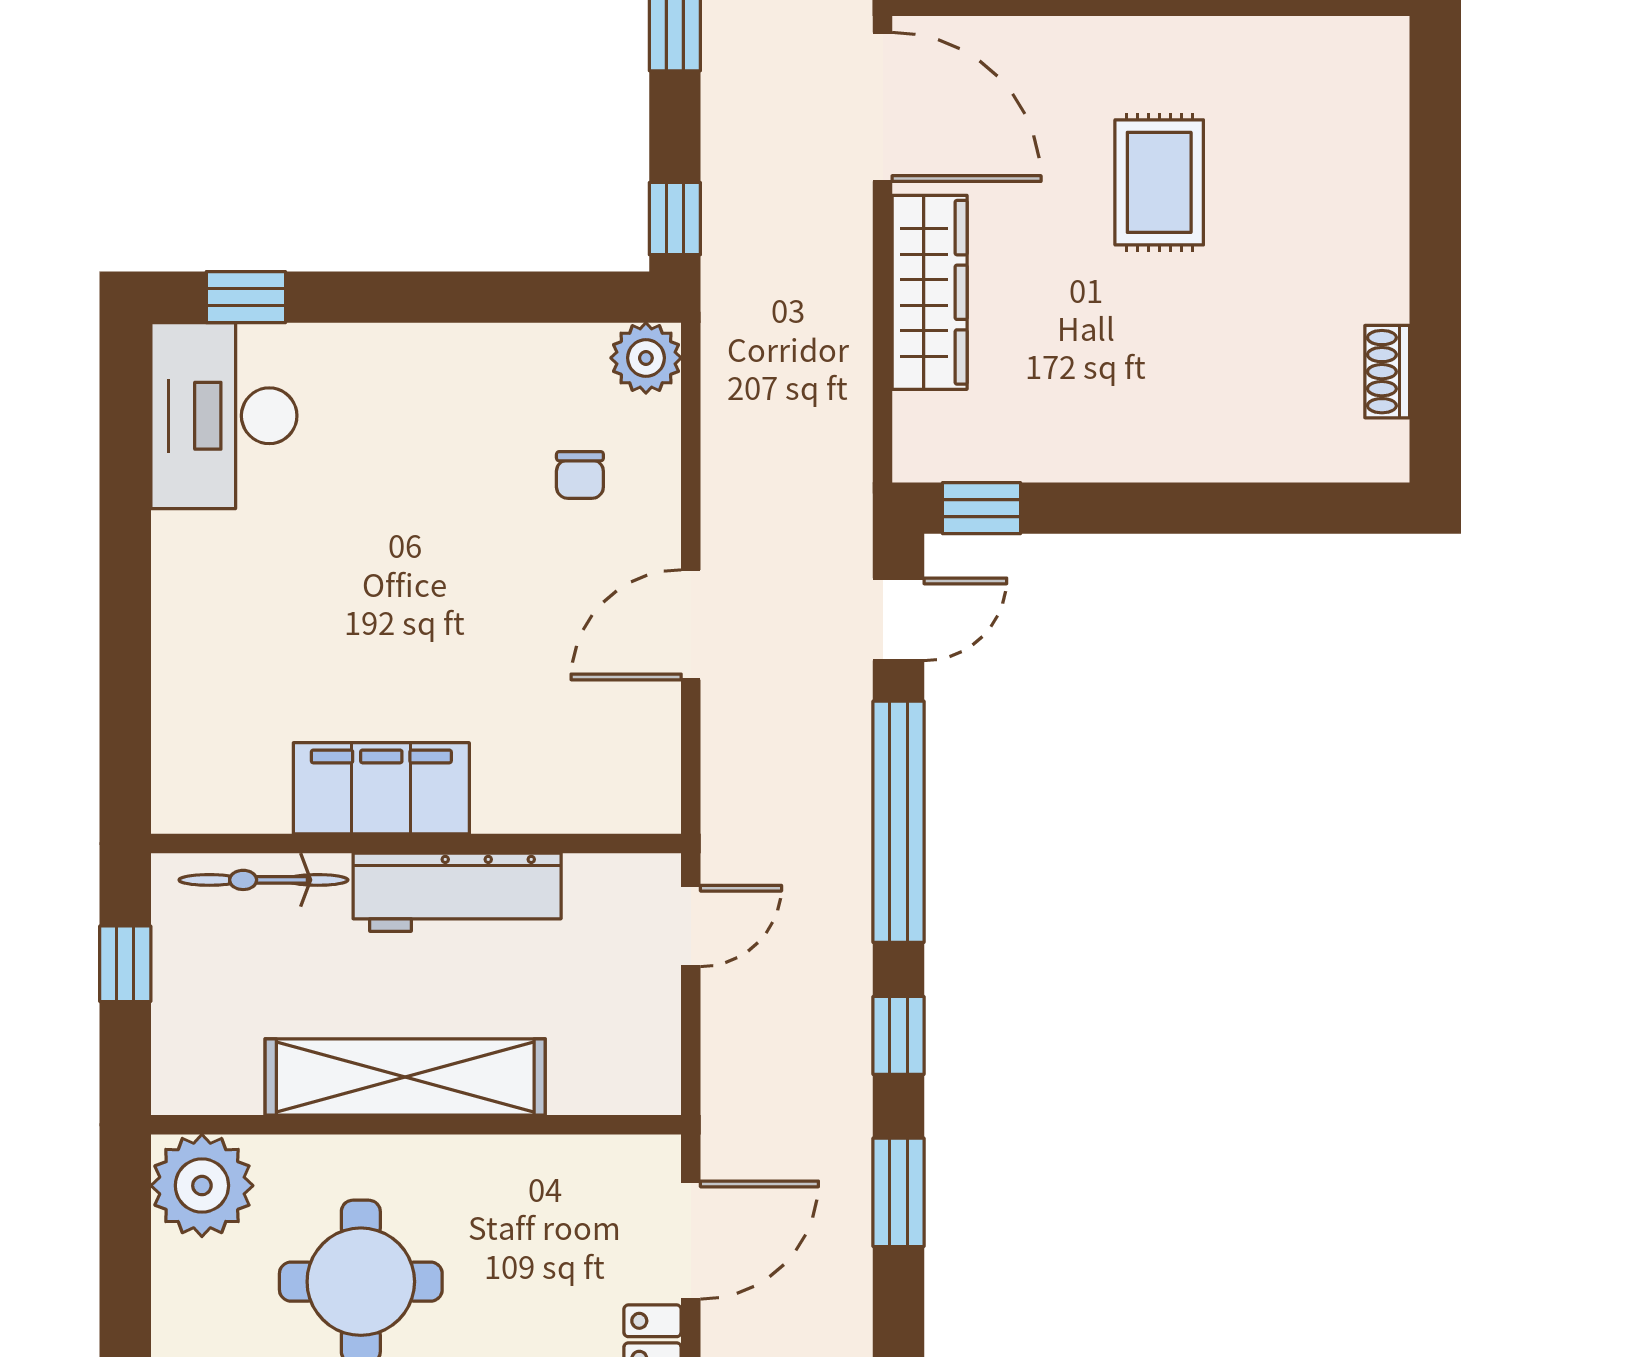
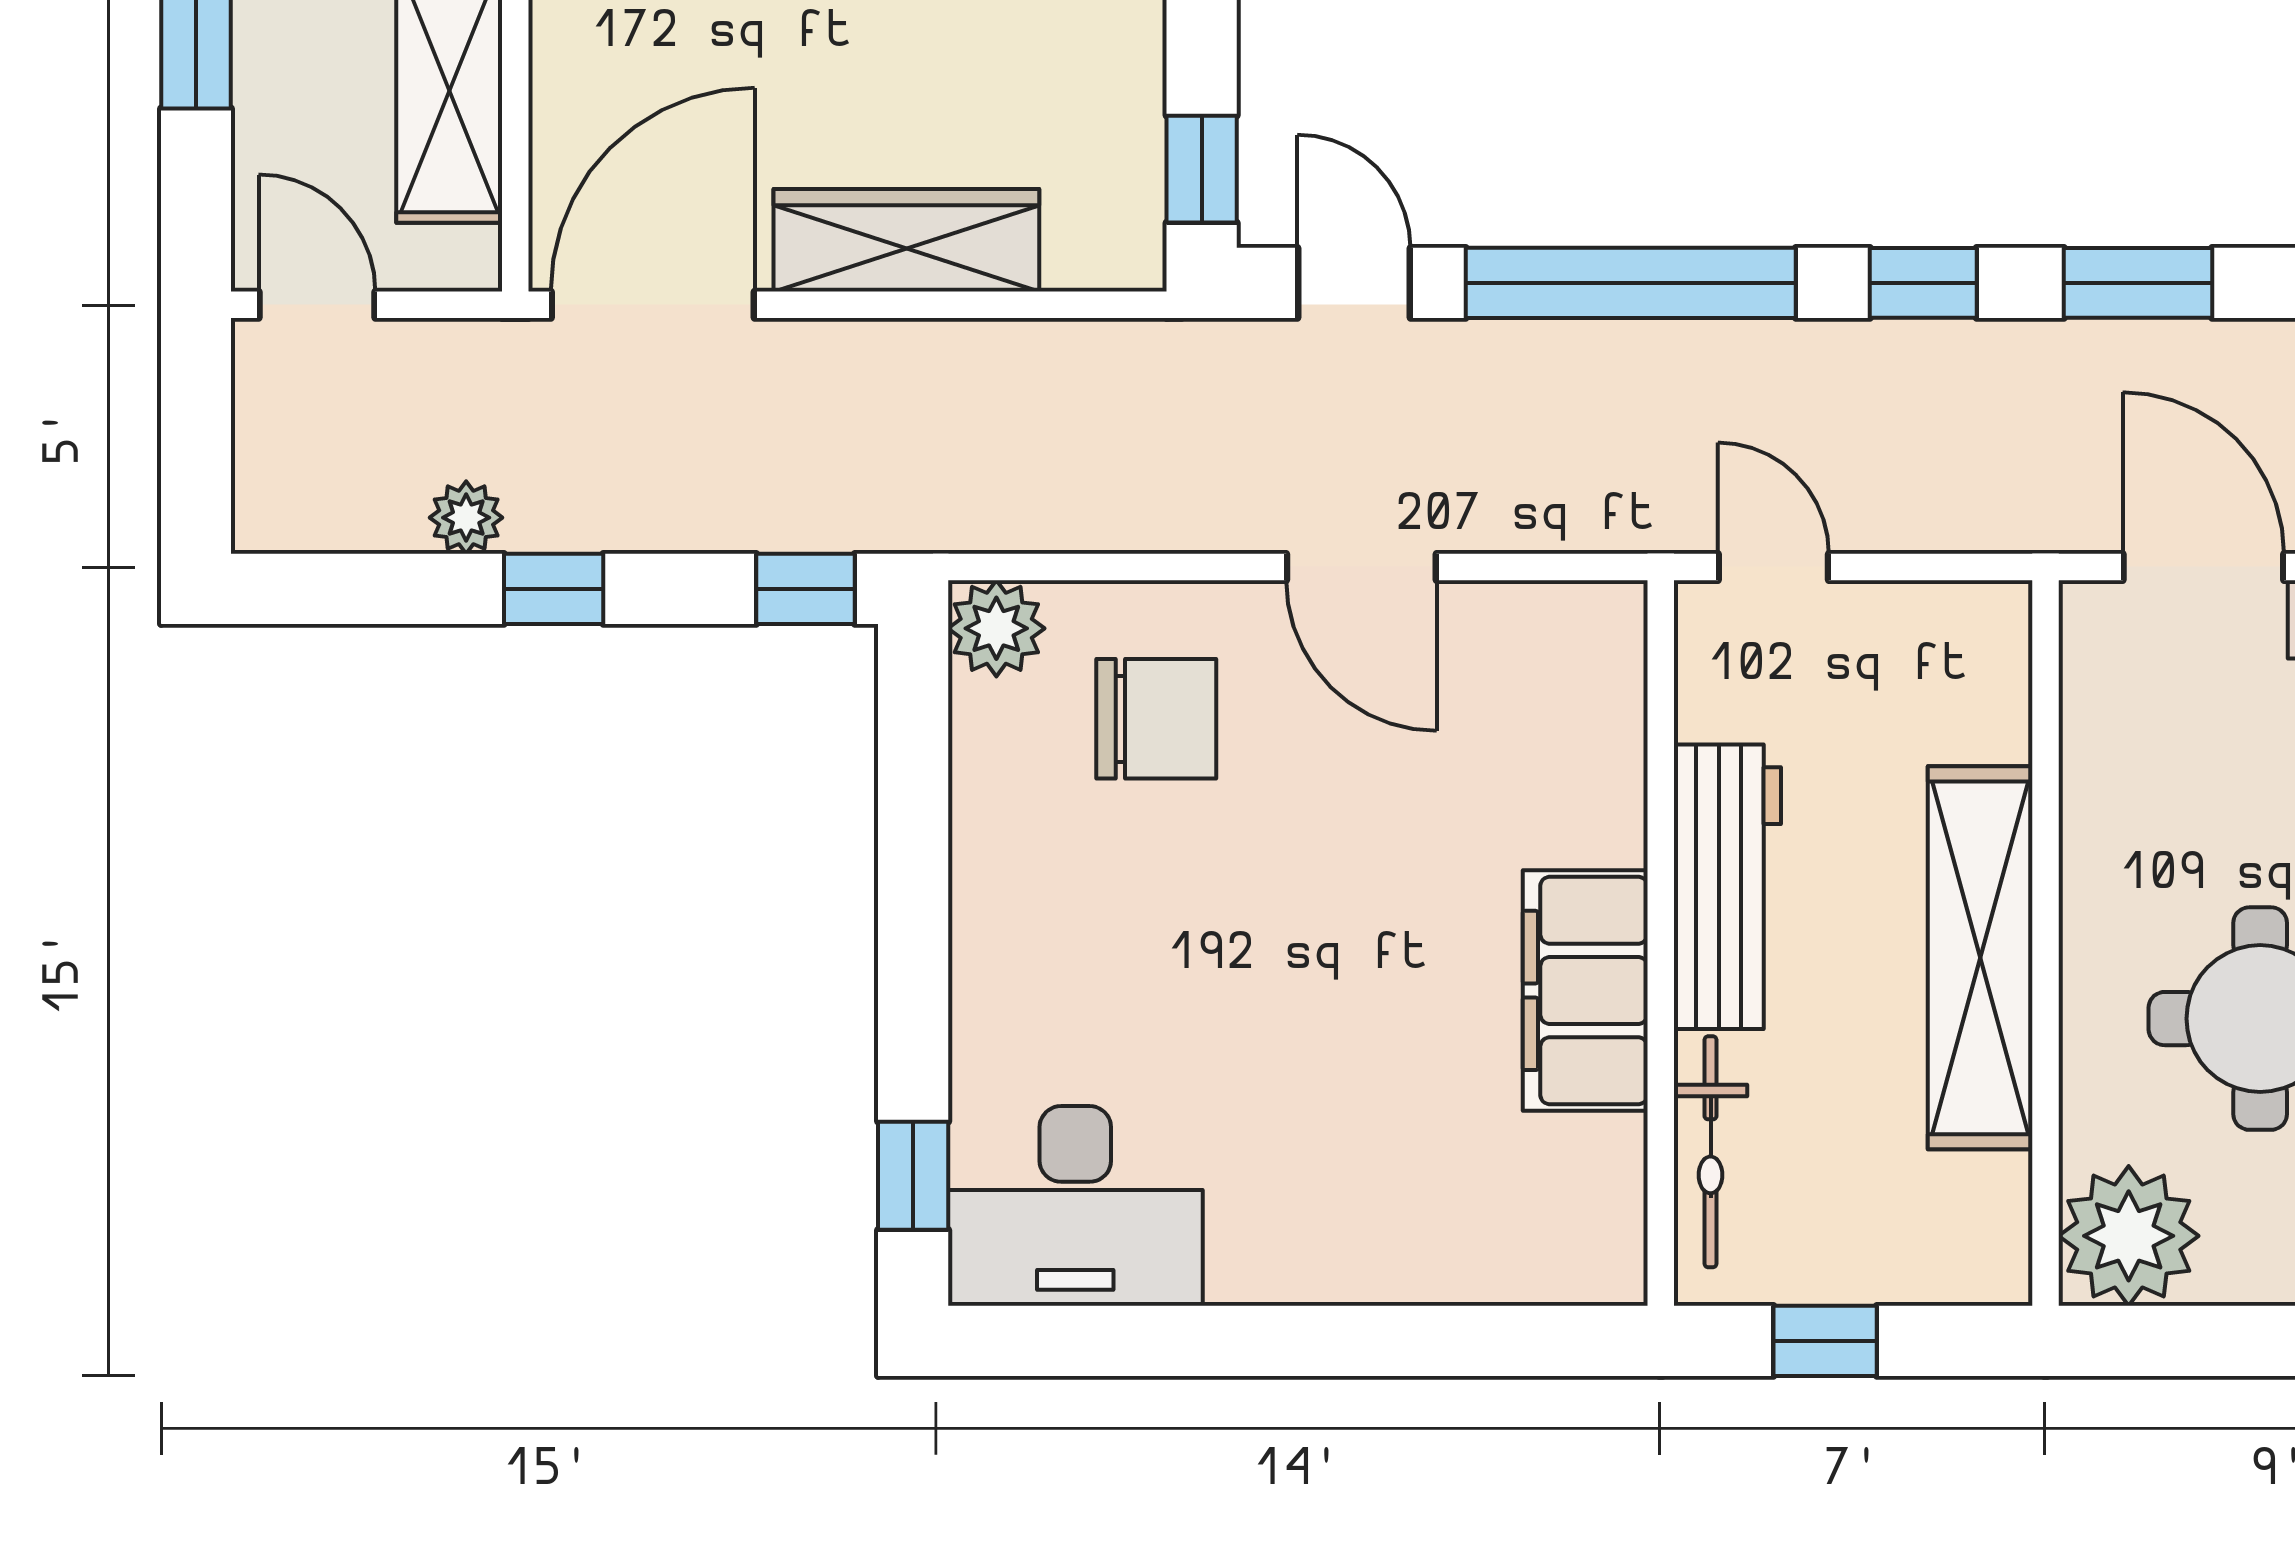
chair: (580, 475) -> (1156, 719), width x1.87, depth x1.87

